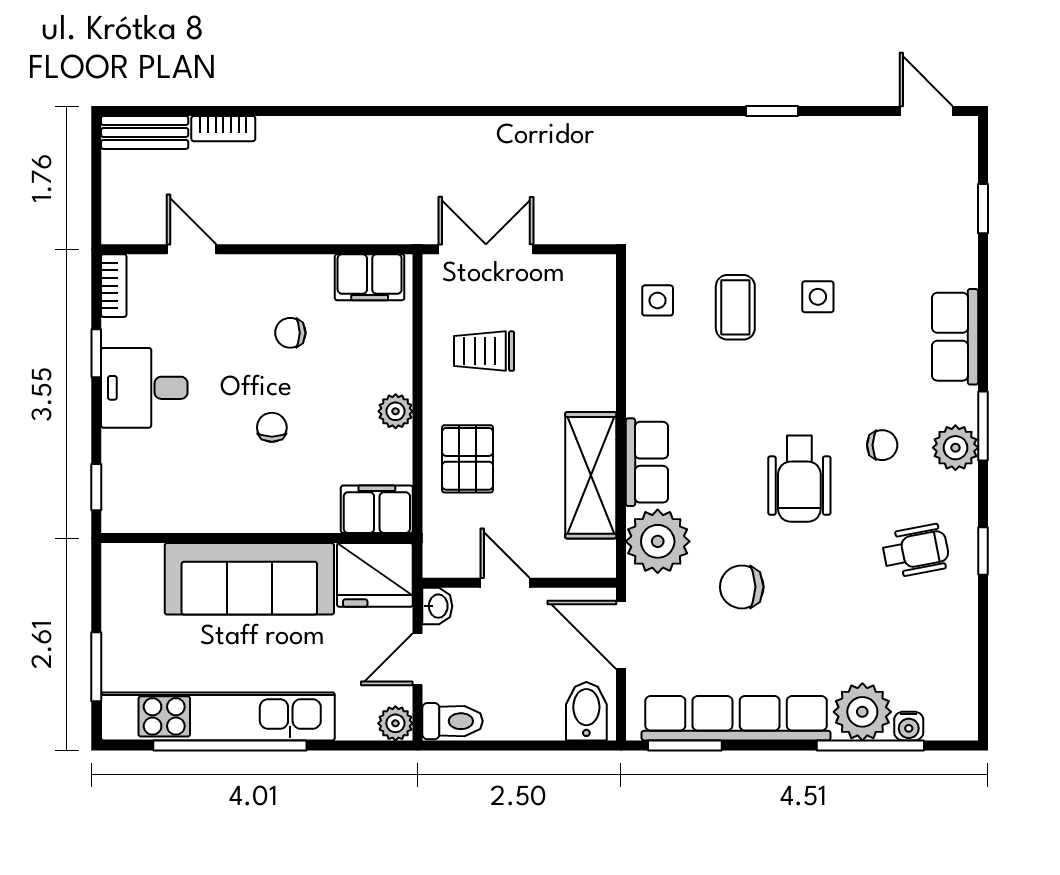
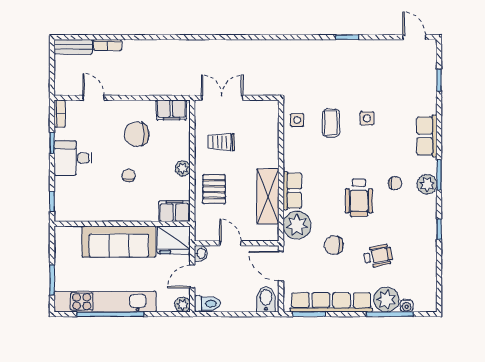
chair: (290, 333) -> (137, 134), width x1.87, depth x1.87
wheelchair: (916, 551) -> (378, 256), moved

